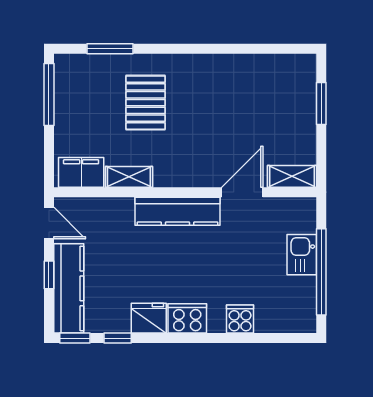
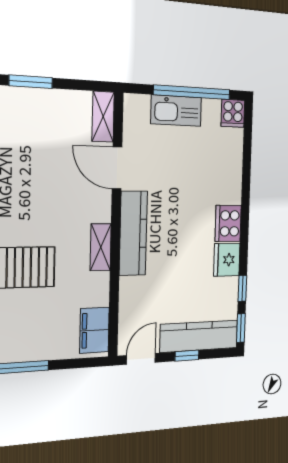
shelving: (129, 177) -> (101, 247), moved
kitchen sink: (302, 255) -> (176, 111), width x1.38
cooker: (240, 319) -> (233, 113), moved, turned -90

